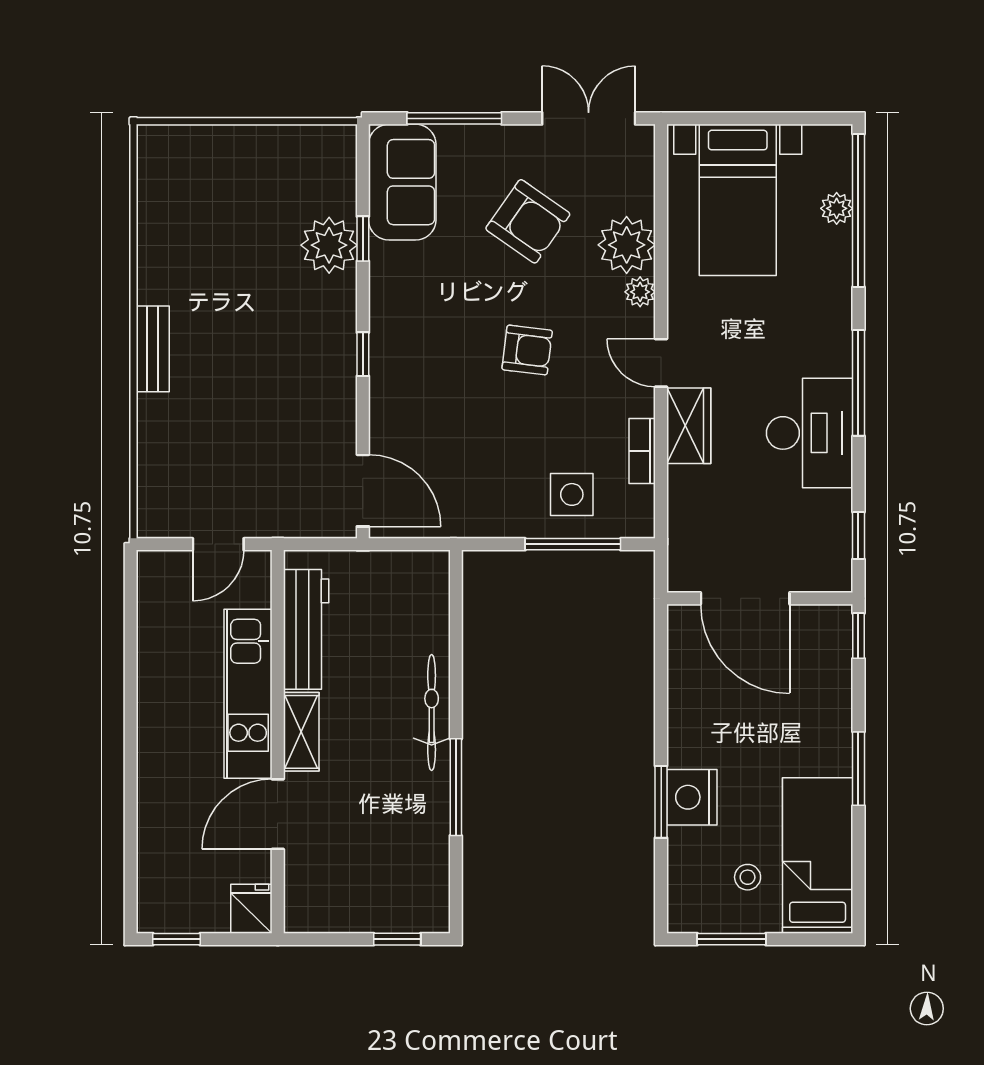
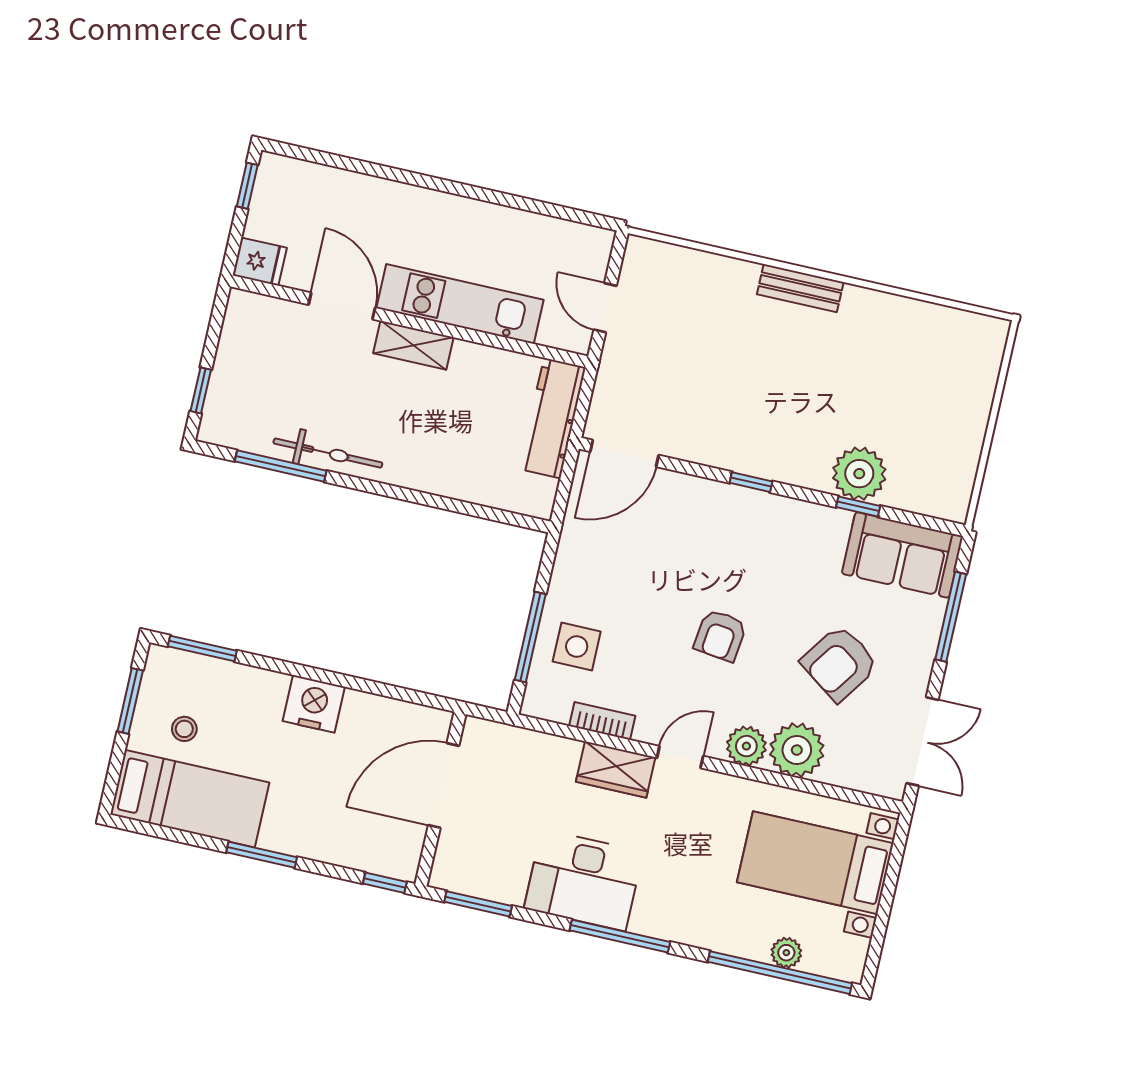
plant: (640, 292) -> (746, 746), width x1.38, depth x1.38
window: (858, 536) -> (478, 904), width x1.50
workbench: (306, 629) -> (552, 418), moved, turned 90
bicycle: (432, 712) -> (328, 453), moved
window: (456, 787) -> (281, 466), moved
nightstand: (692, 797) -> (314, 704), moved
window: (661, 802) -> (202, 649), moved

